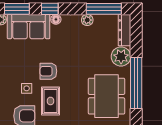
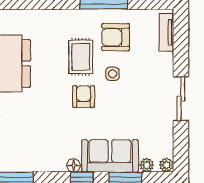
plant: (87, 20) -> (32, 165), removed
armchair: (48, 71) -> (84, 97), turned -90

